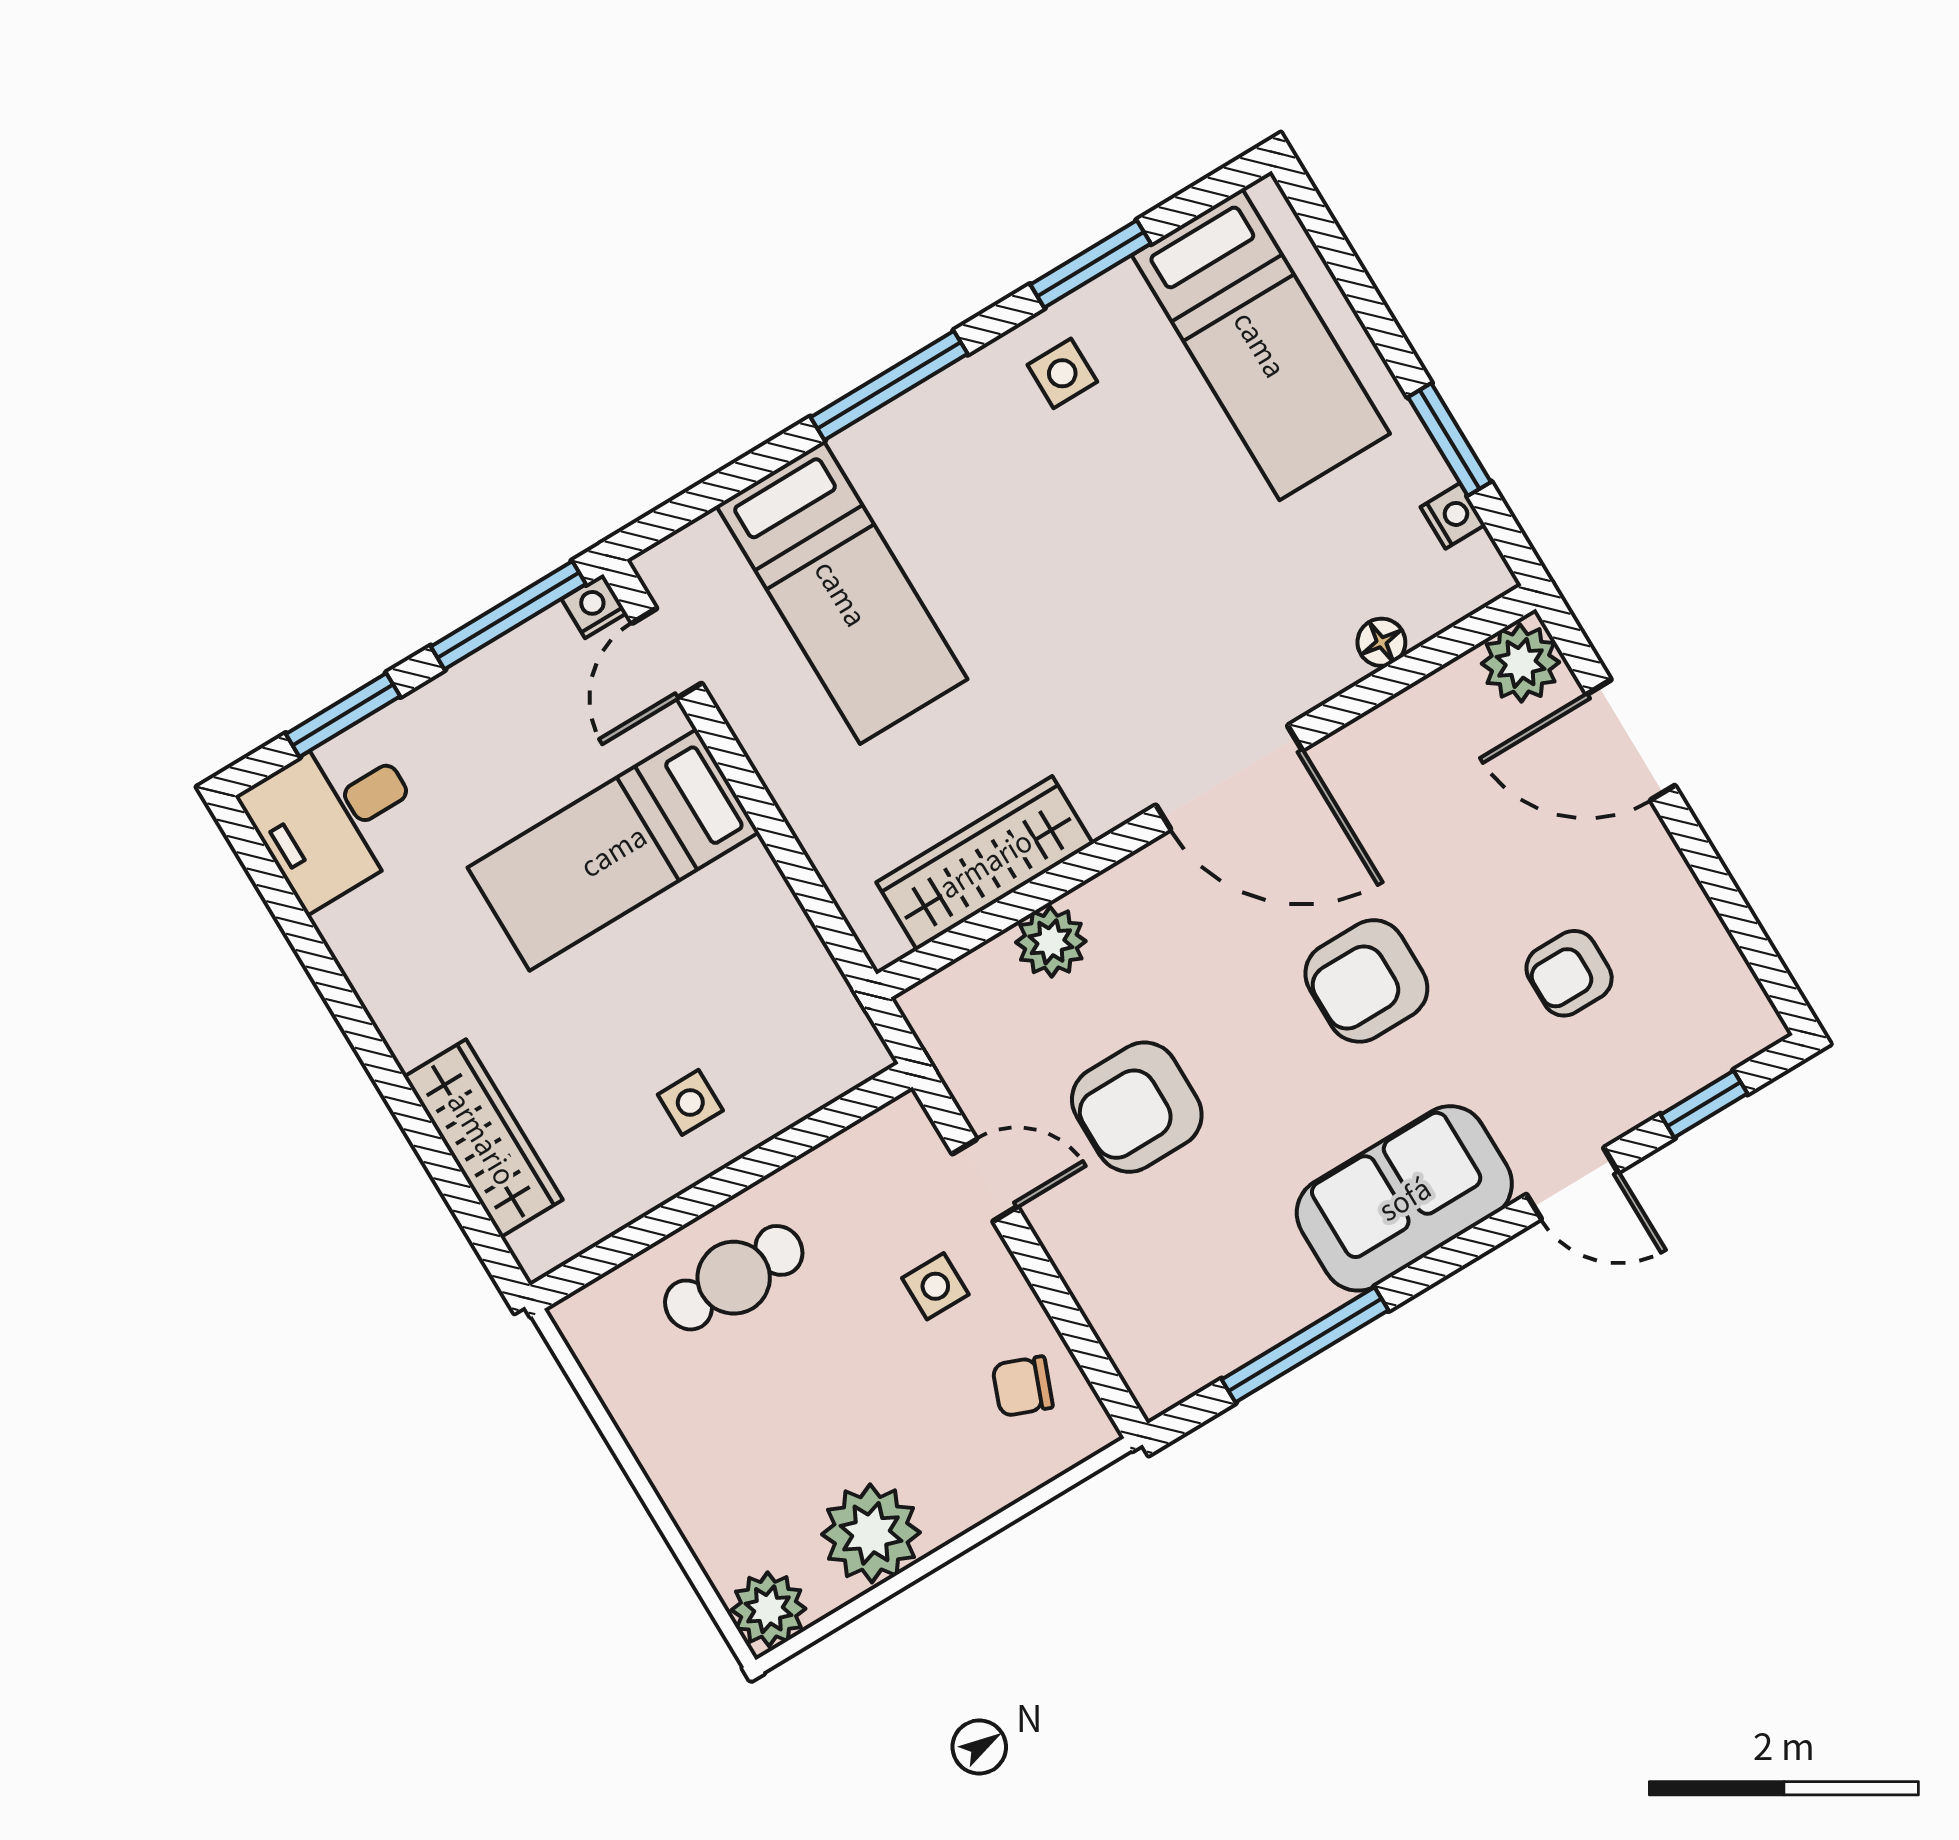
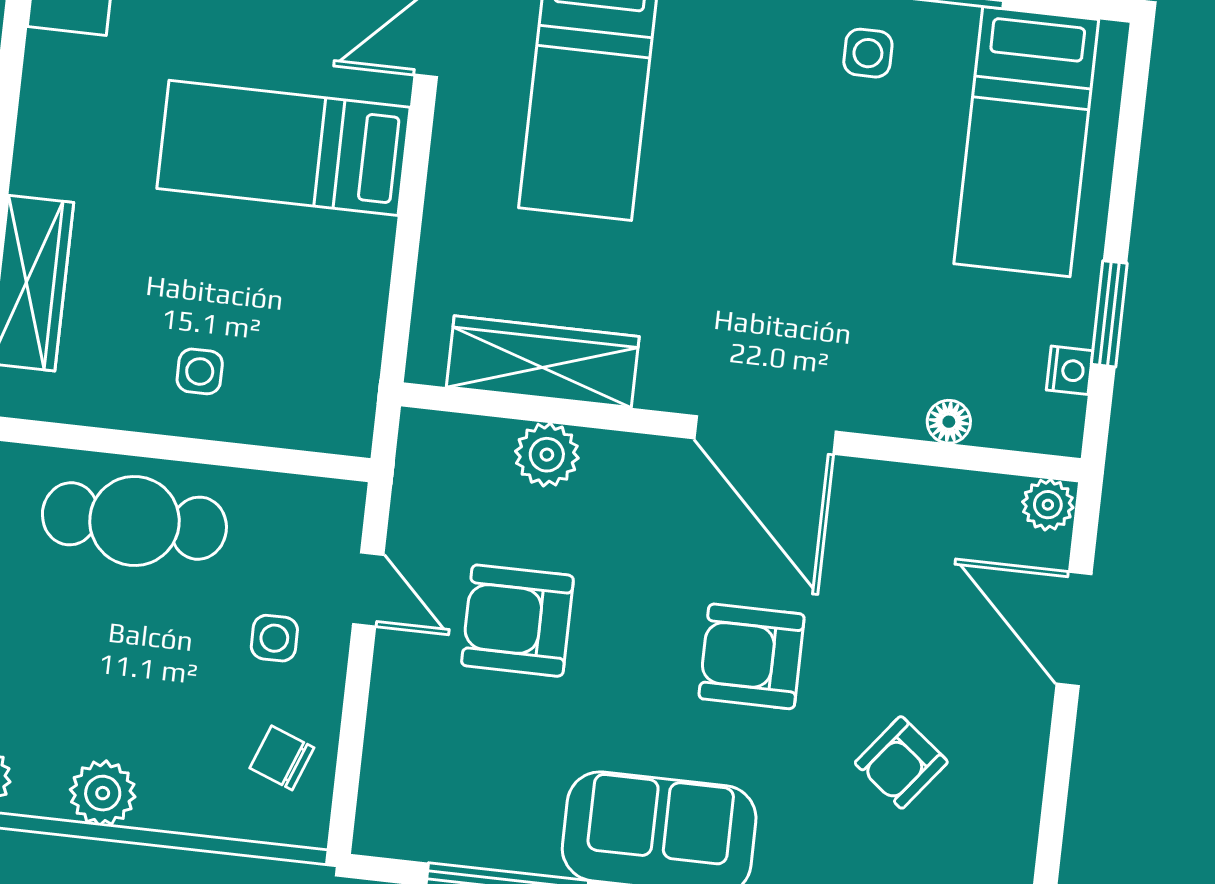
plant: (1521, 663) -> (1048, 505), width x0.73, depth x0.73
armchair: (1569, 973) -> (901, 762), turned -52
cafe table: (734, 1278) -> (134, 521), width x1.37, depth x1.35
plant: (871, 1533) -> (103, 793), width x0.73, depth x0.73

